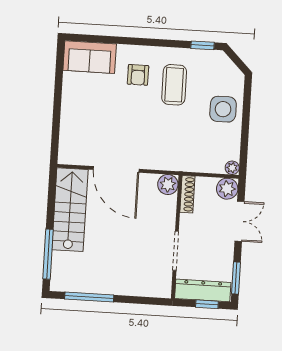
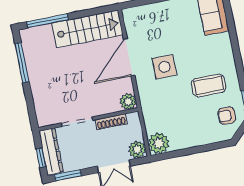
armchair: (138, 75) -> (227, 116), moved
side table: (223, 109) -> (164, 67), moved
plant: (232, 168) -> (159, 143), width x1.88, depth x1.88
shoe rack: (187, 194) -> (111, 122), moved

